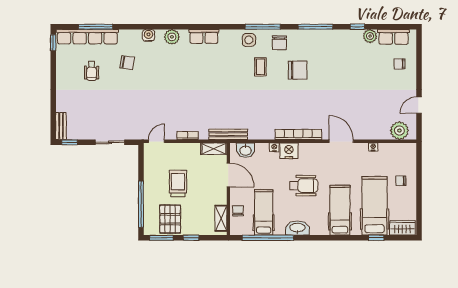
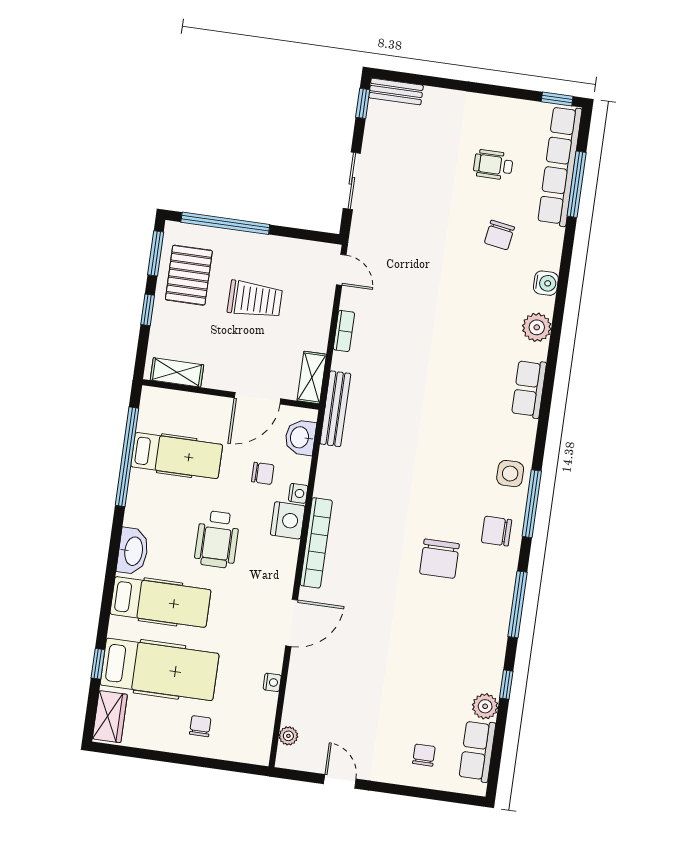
coffee table: (260, 67) -> (456, 489), removed
plant: (399, 131) -> (288, 736), width x0.53, depth x0.53
chair: (238, 211) -> (263, 473), moved
pallet: (170, 219) -> (189, 275), turned 90
washbasin: (297, 228) -> (133, 551), moved

